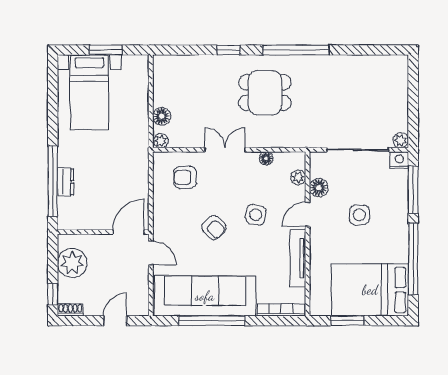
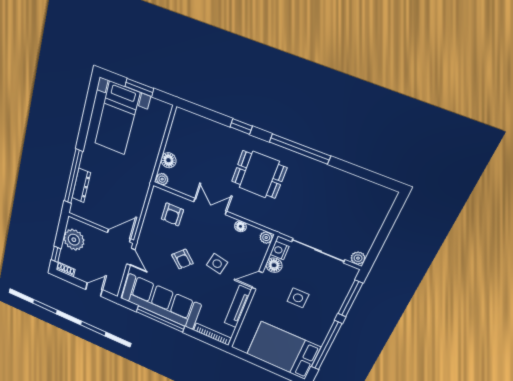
nightstand: (399, 160) -> (279, 250), moved, turned -90
armchair: (185, 177) -> (172, 214), turned -90
plant: (298, 177) -> (266, 238), moved
dresser: (65, 182) -> (81, 185), width x1.44
window: (347, 321) -> (258, 362), removed

